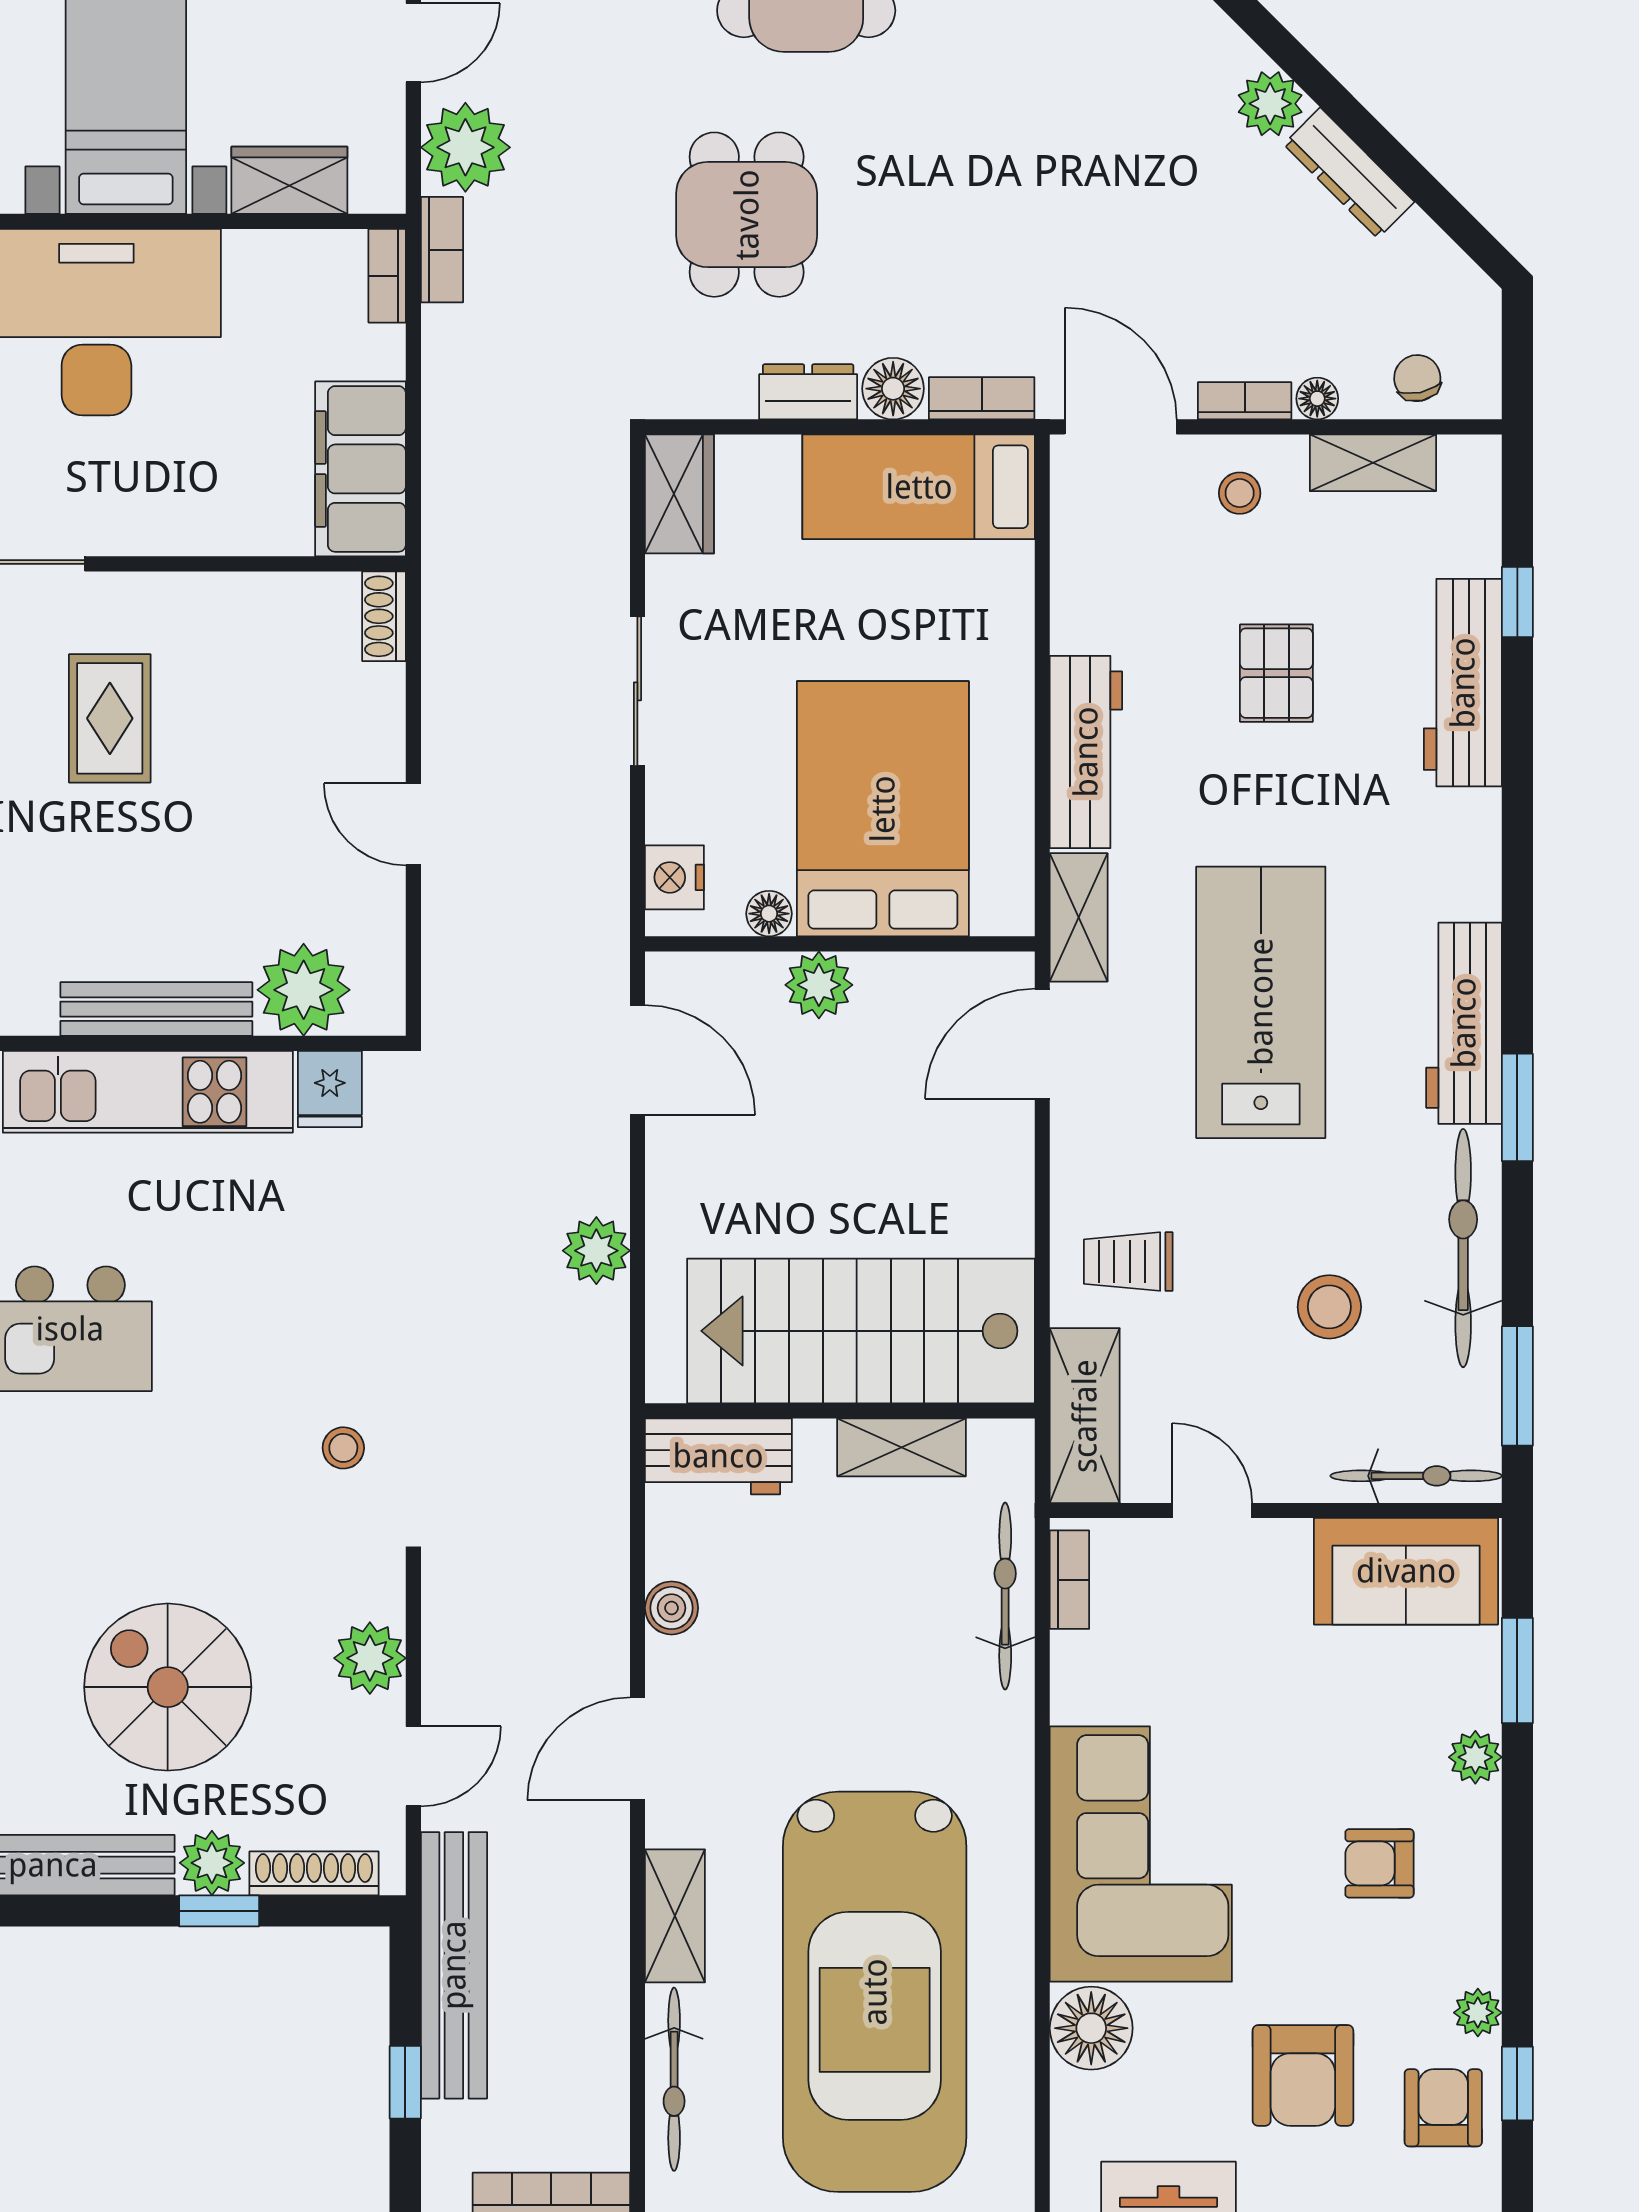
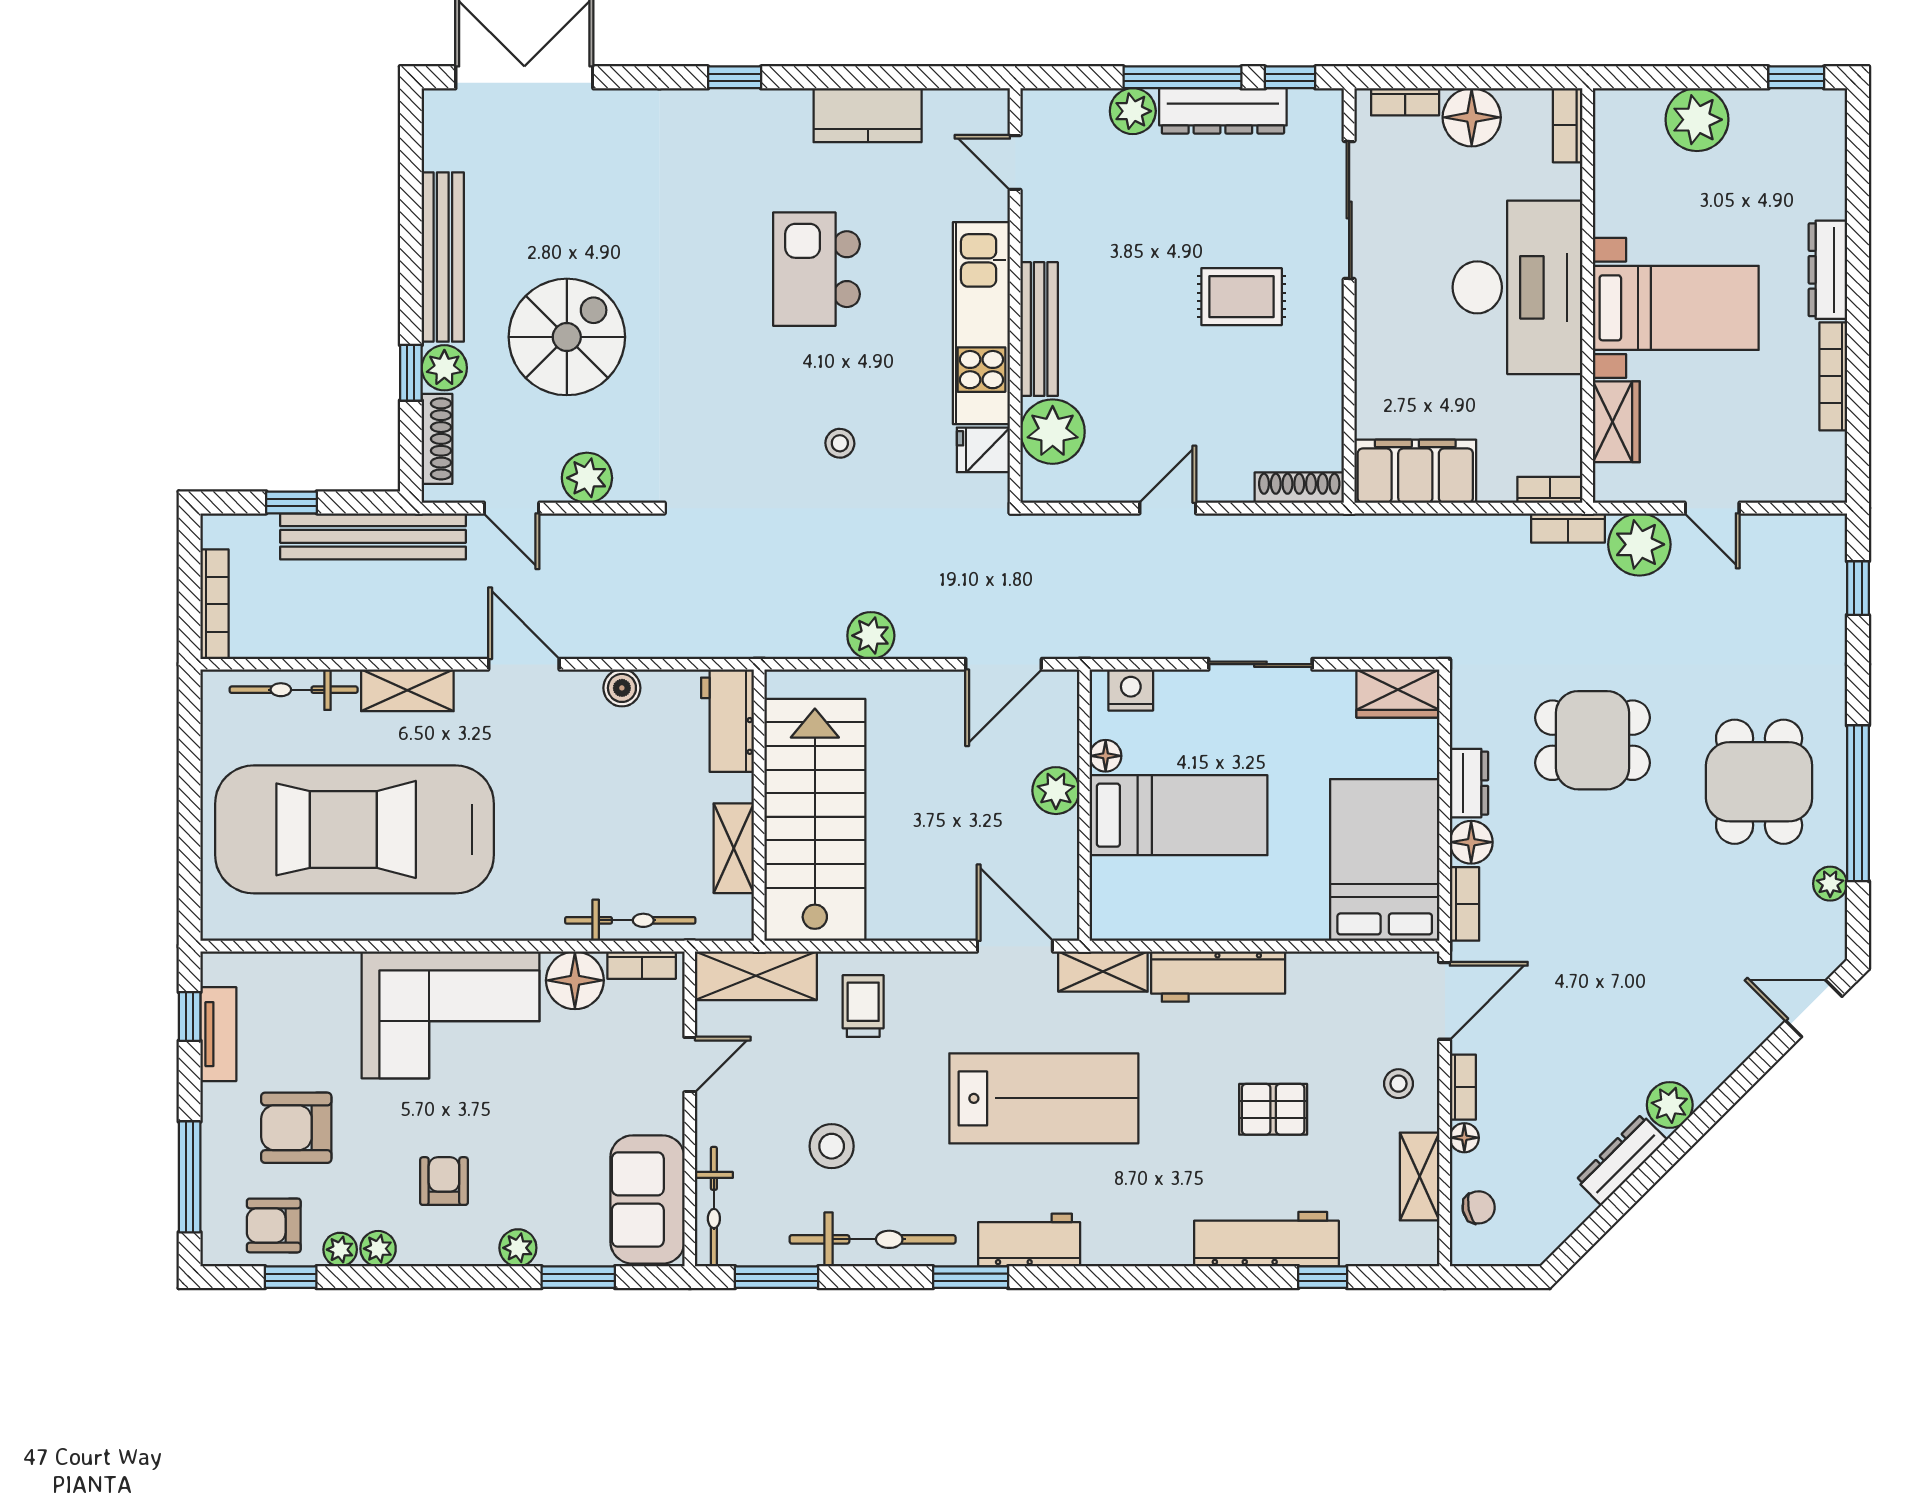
bed: (919, 487) -> (1385, 860), width x1.50
shoe rack: (384, 616) -> (1299, 488), width x1.43
bed: (883, 809) -> (1179, 815), width x0.67
workbench: (1464, 1023) -> (1029, 1240), width x0.73
stool: (343, 1448) -> (840, 443), moved
plant: (1476, 1958) -> (378, 1249), added
floor lamp: (1091, 2028) -> (575, 980), moved
armchair: (1443, 2108) -> (274, 1225), turned 180

